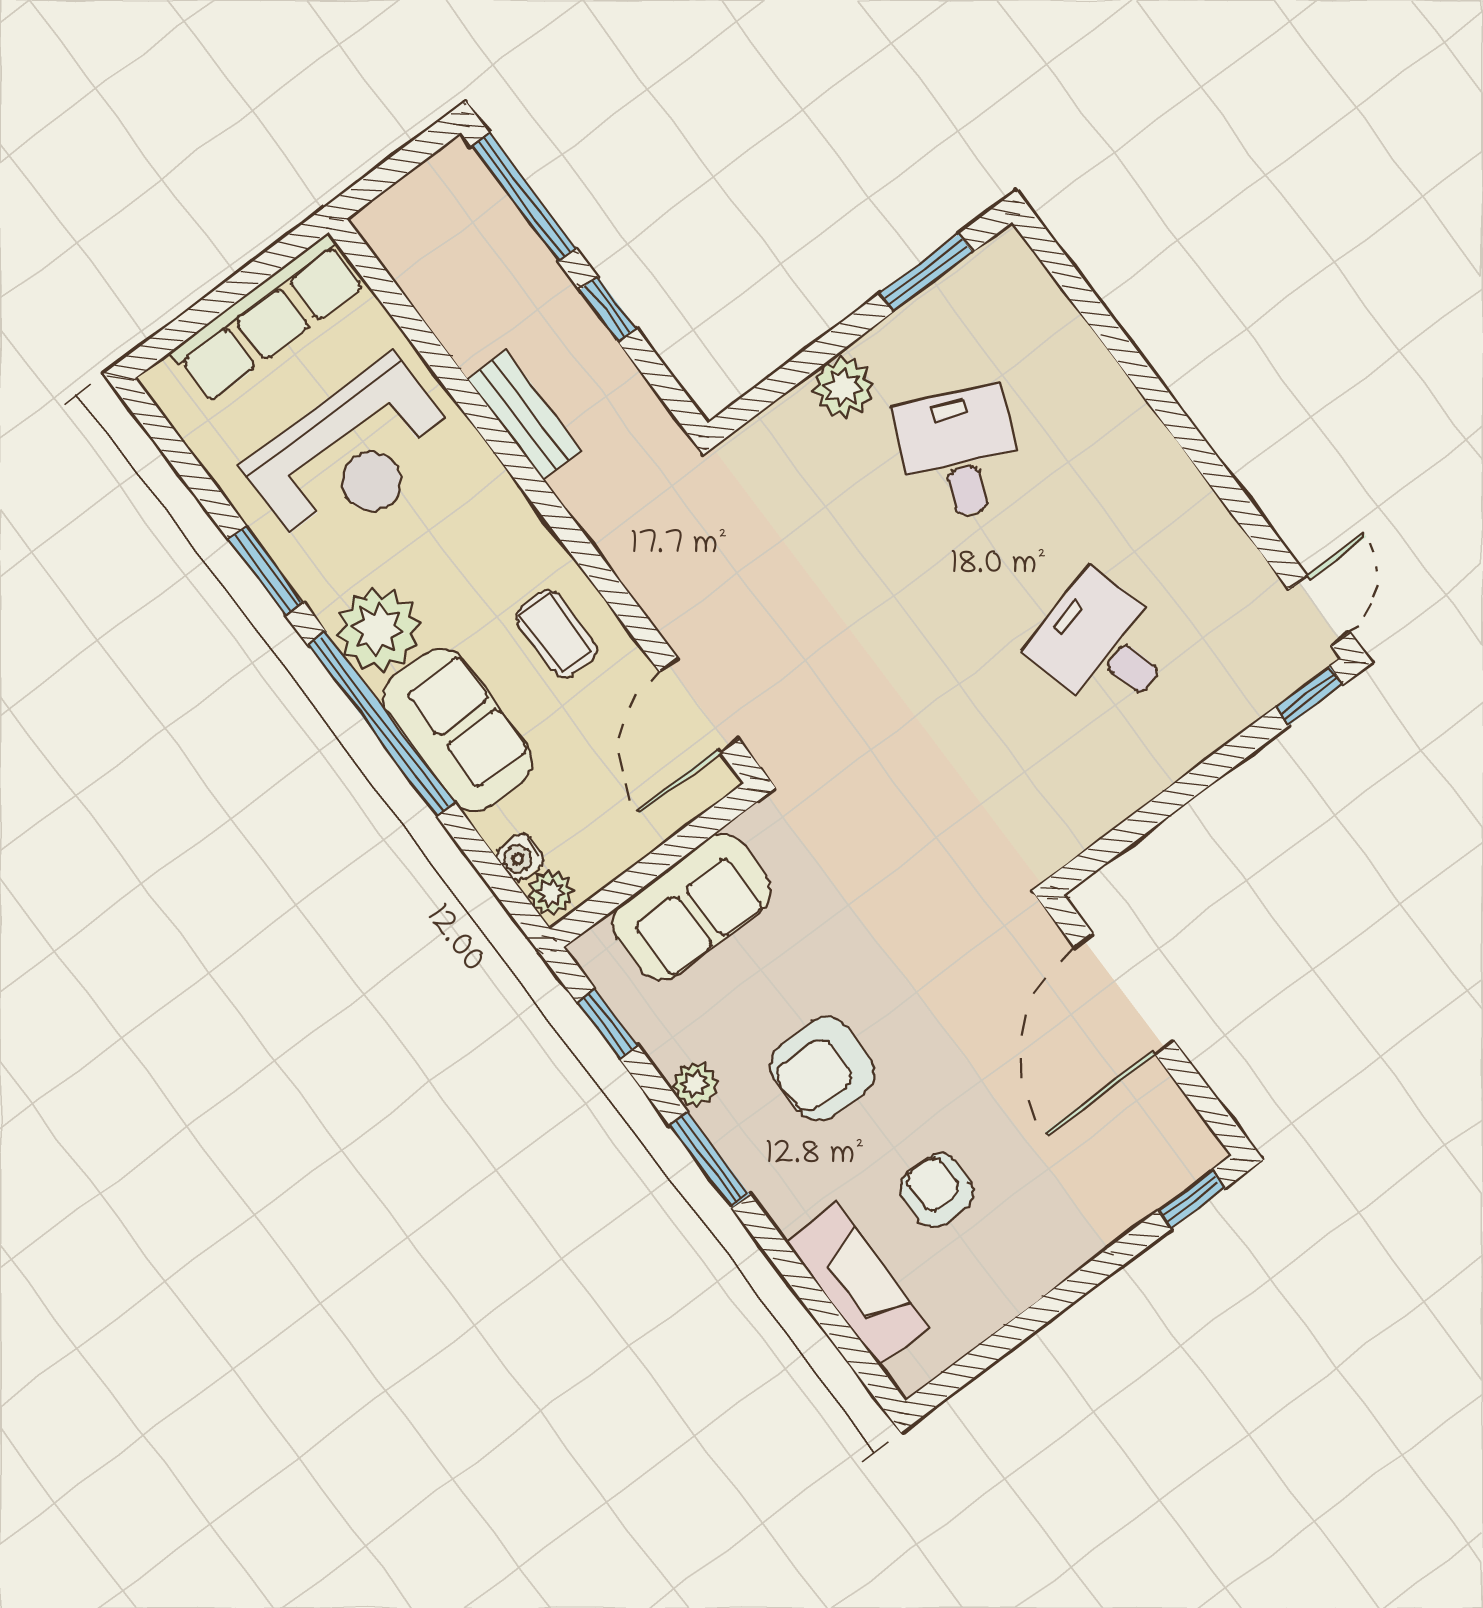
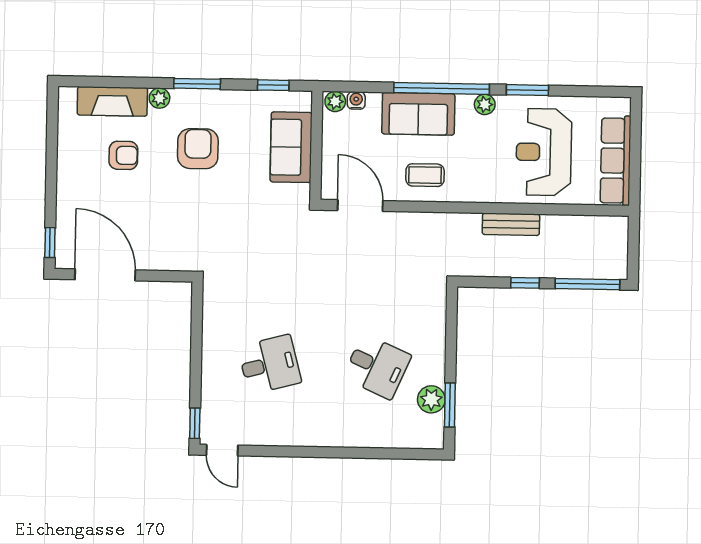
plant: (843, 387) -> (431, 399), moved
plant: (378, 630) -> (485, 104), width x0.53, depth x0.53
door: (1124, 994) -> (105, 275), moved
plant: (695, 1085) -> (159, 98), moved

